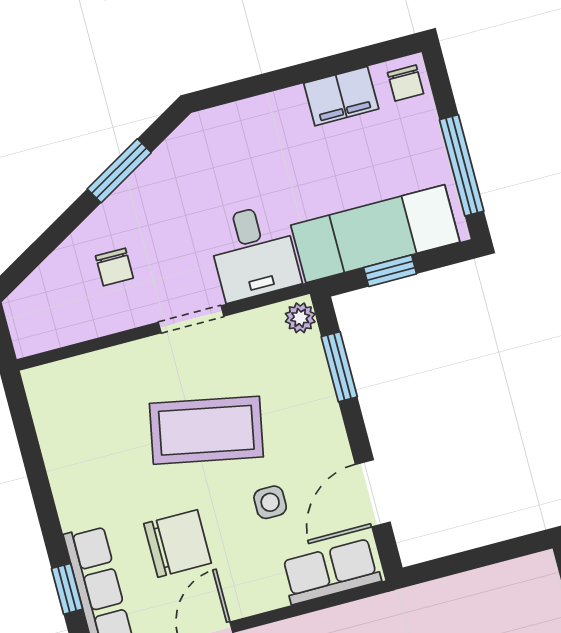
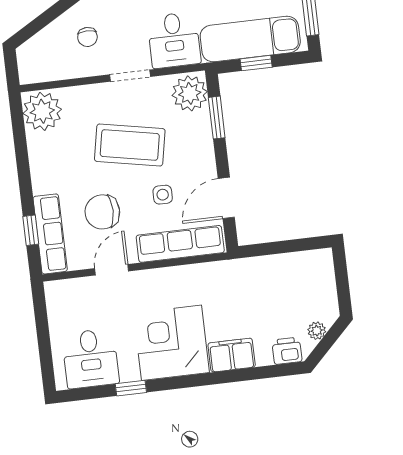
plant: (300, 318) -> (190, 93), width x1.88, depth x1.88
plant: (59, 396) -> (42, 111), added
chair: (178, 543) -> (102, 212), turned 180
row of seats: (331, 571) -> (180, 244), width x1.48

